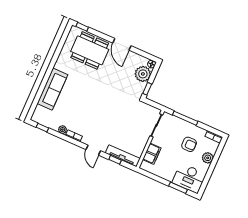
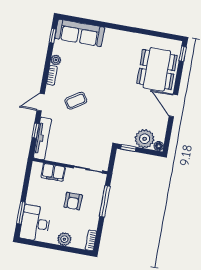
door: (122, 44) -> (173, 105), hinge flipped
sofa: (52, 89) -> (80, 33), moved
coffee table: (99, 122) -> (76, 101), added
armchair: (189, 144) -> (73, 201), moved

